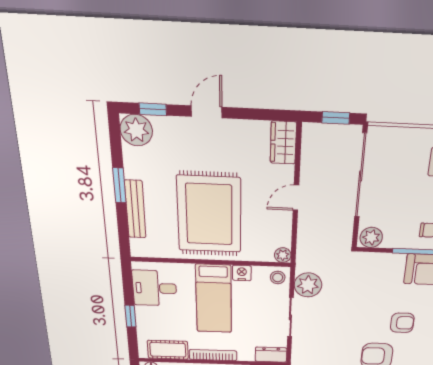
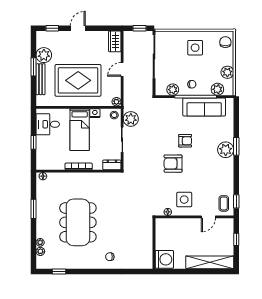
plant: (136, 130) -> (44, 55), moved
rug: (209, 214) -> (78, 80), turned 90
plant: (371, 237) -> (173, 90), moved
cot: (168, 350) -> (53, 164), removed

